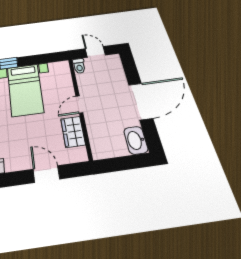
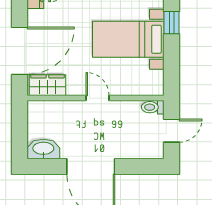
wardrobe: (73, 132) -> (47, 85), moved
door: (46, 174) -> (19, 51), width x1.87

